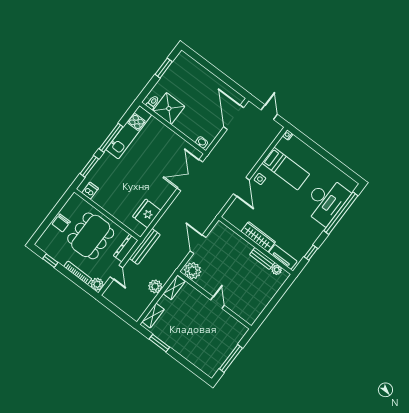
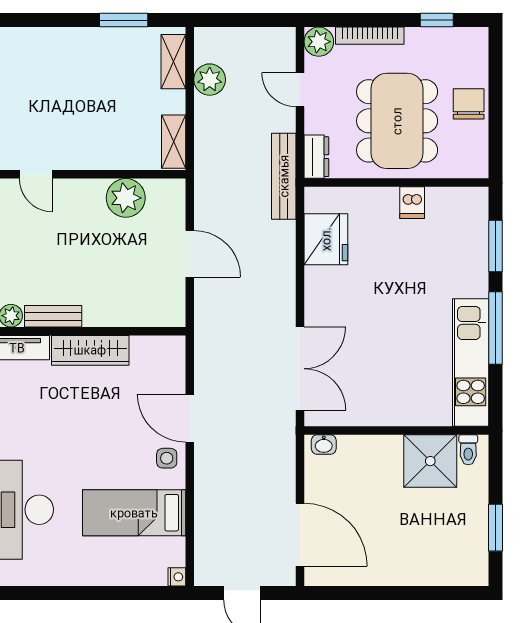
dishwasher: (90, 191) -> (412, 203), moved
dresser: (126, 248) -> (316, 157), width x0.70
plant: (193, 271) -> (126, 198), moved
plant: (155, 286) -> (210, 80), moved
door: (218, 303) -> (36, 174), moved

